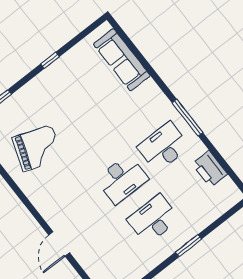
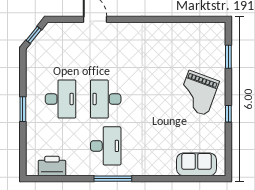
sofa: (122, 60) -> (197, 164), width x0.73
grand piano: (37, 148) -> (198, 93), moved
printer: (210, 169) -> (52, 166), moved

